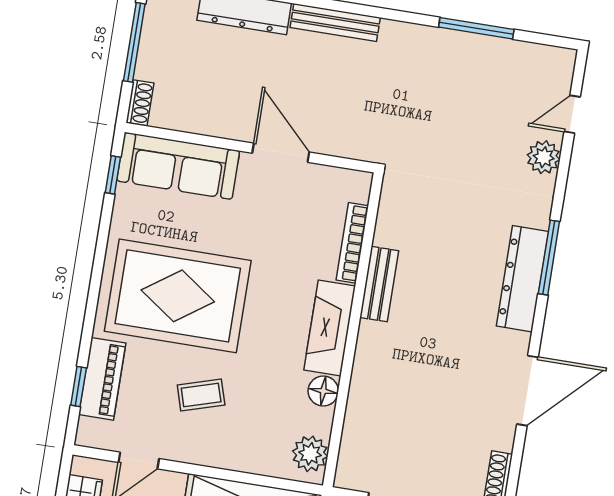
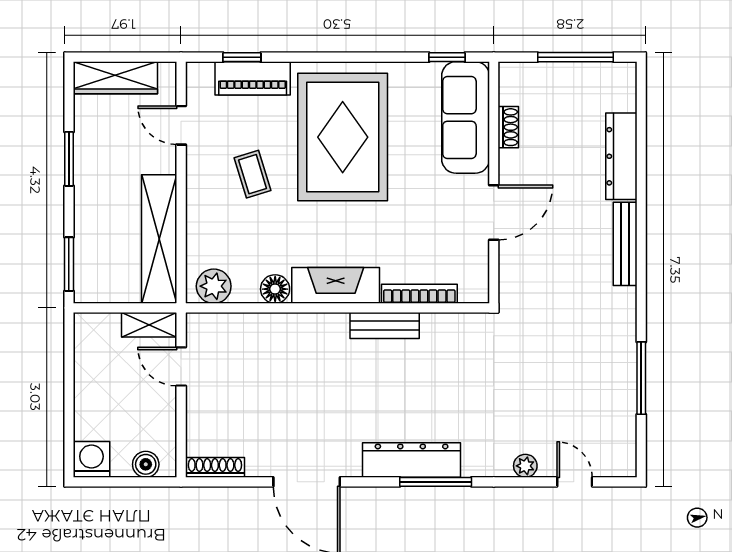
shoe rack: (140, 103) -> (508, 127), moved, turned -90
plant: (544, 157) -> (525, 466), width x0.73, depth x0.73

